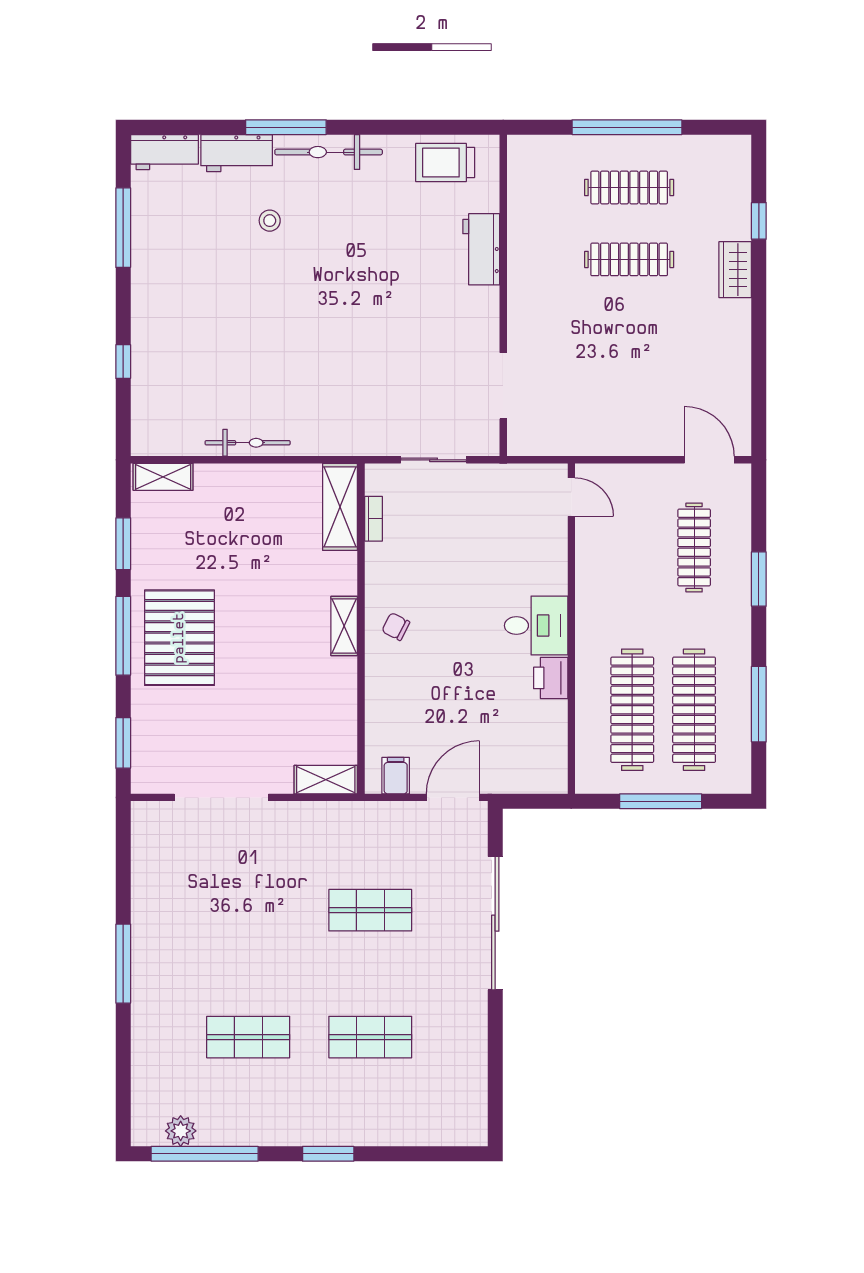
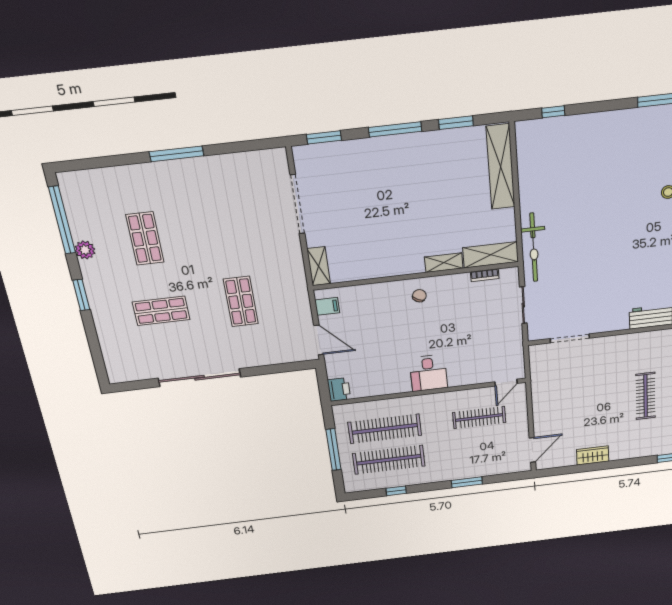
wardrobe: (735, 270) -> (593, 455), moved
window: (123, 362) -> (553, 112), moved
bicycle: (248, 443) -> (534, 248), moved, width x1.37, depth x1.40
shelving: (163, 477) -> (501, 167), width x2.20, depth x1.33
clothes rail: (694, 547) -> (479, 418), moved
shelving: (344, 626) -> (444, 263), moved
pallet: (180, 638) -> (398, 166), removed
printer: (551, 678) -> (339, 389), moved, turned 90
window: (759, 704) -> (396, 491), width x0.46
sliding door: (495, 923) -> (200, 378), moved
shop shelf: (370, 1037) -> (161, 311), turned 90
plant: (181, 1131) -> (85, 250), moved

